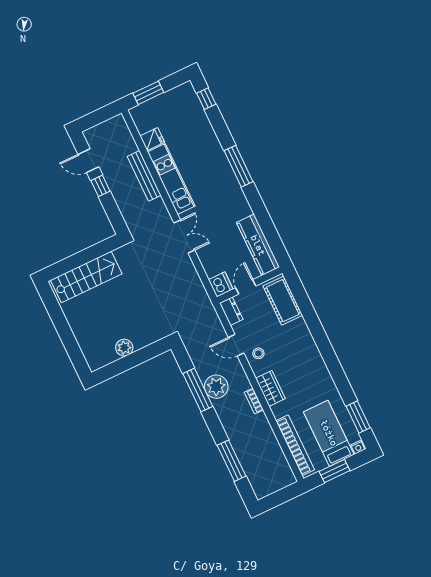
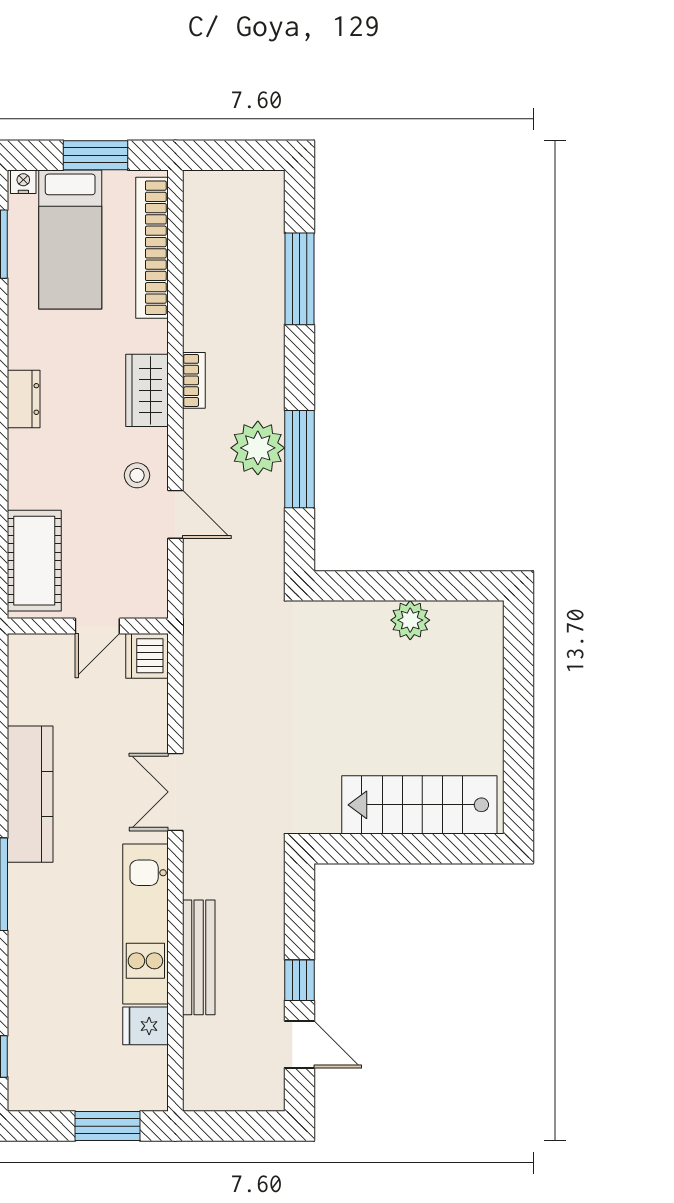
kitchen counter: (258, 245) -> (30, 794), moved
dresser: (231, 311) -> (24, 399), moved, turned 180

